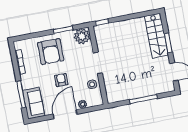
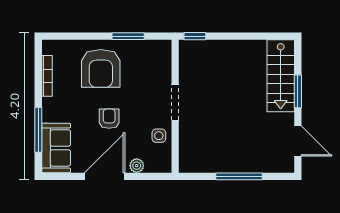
plant: (82, 36) -> (157, 53), removed

